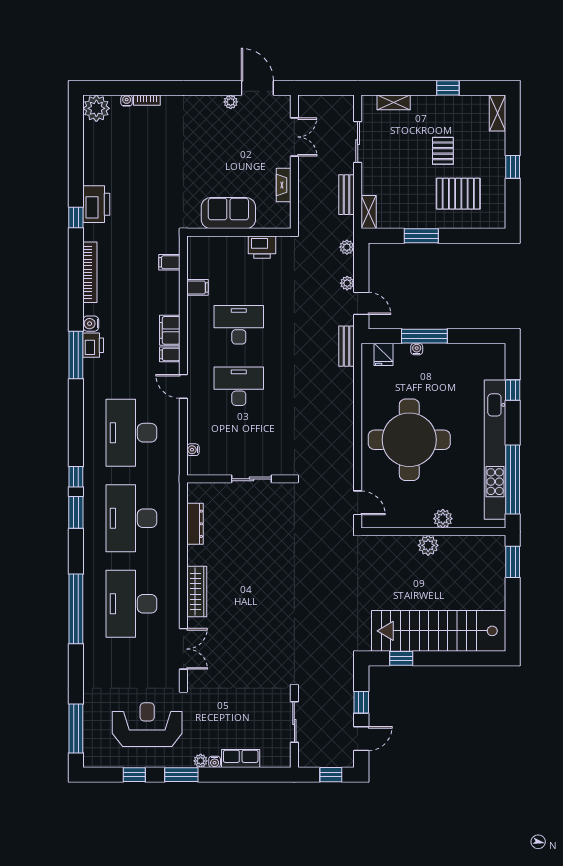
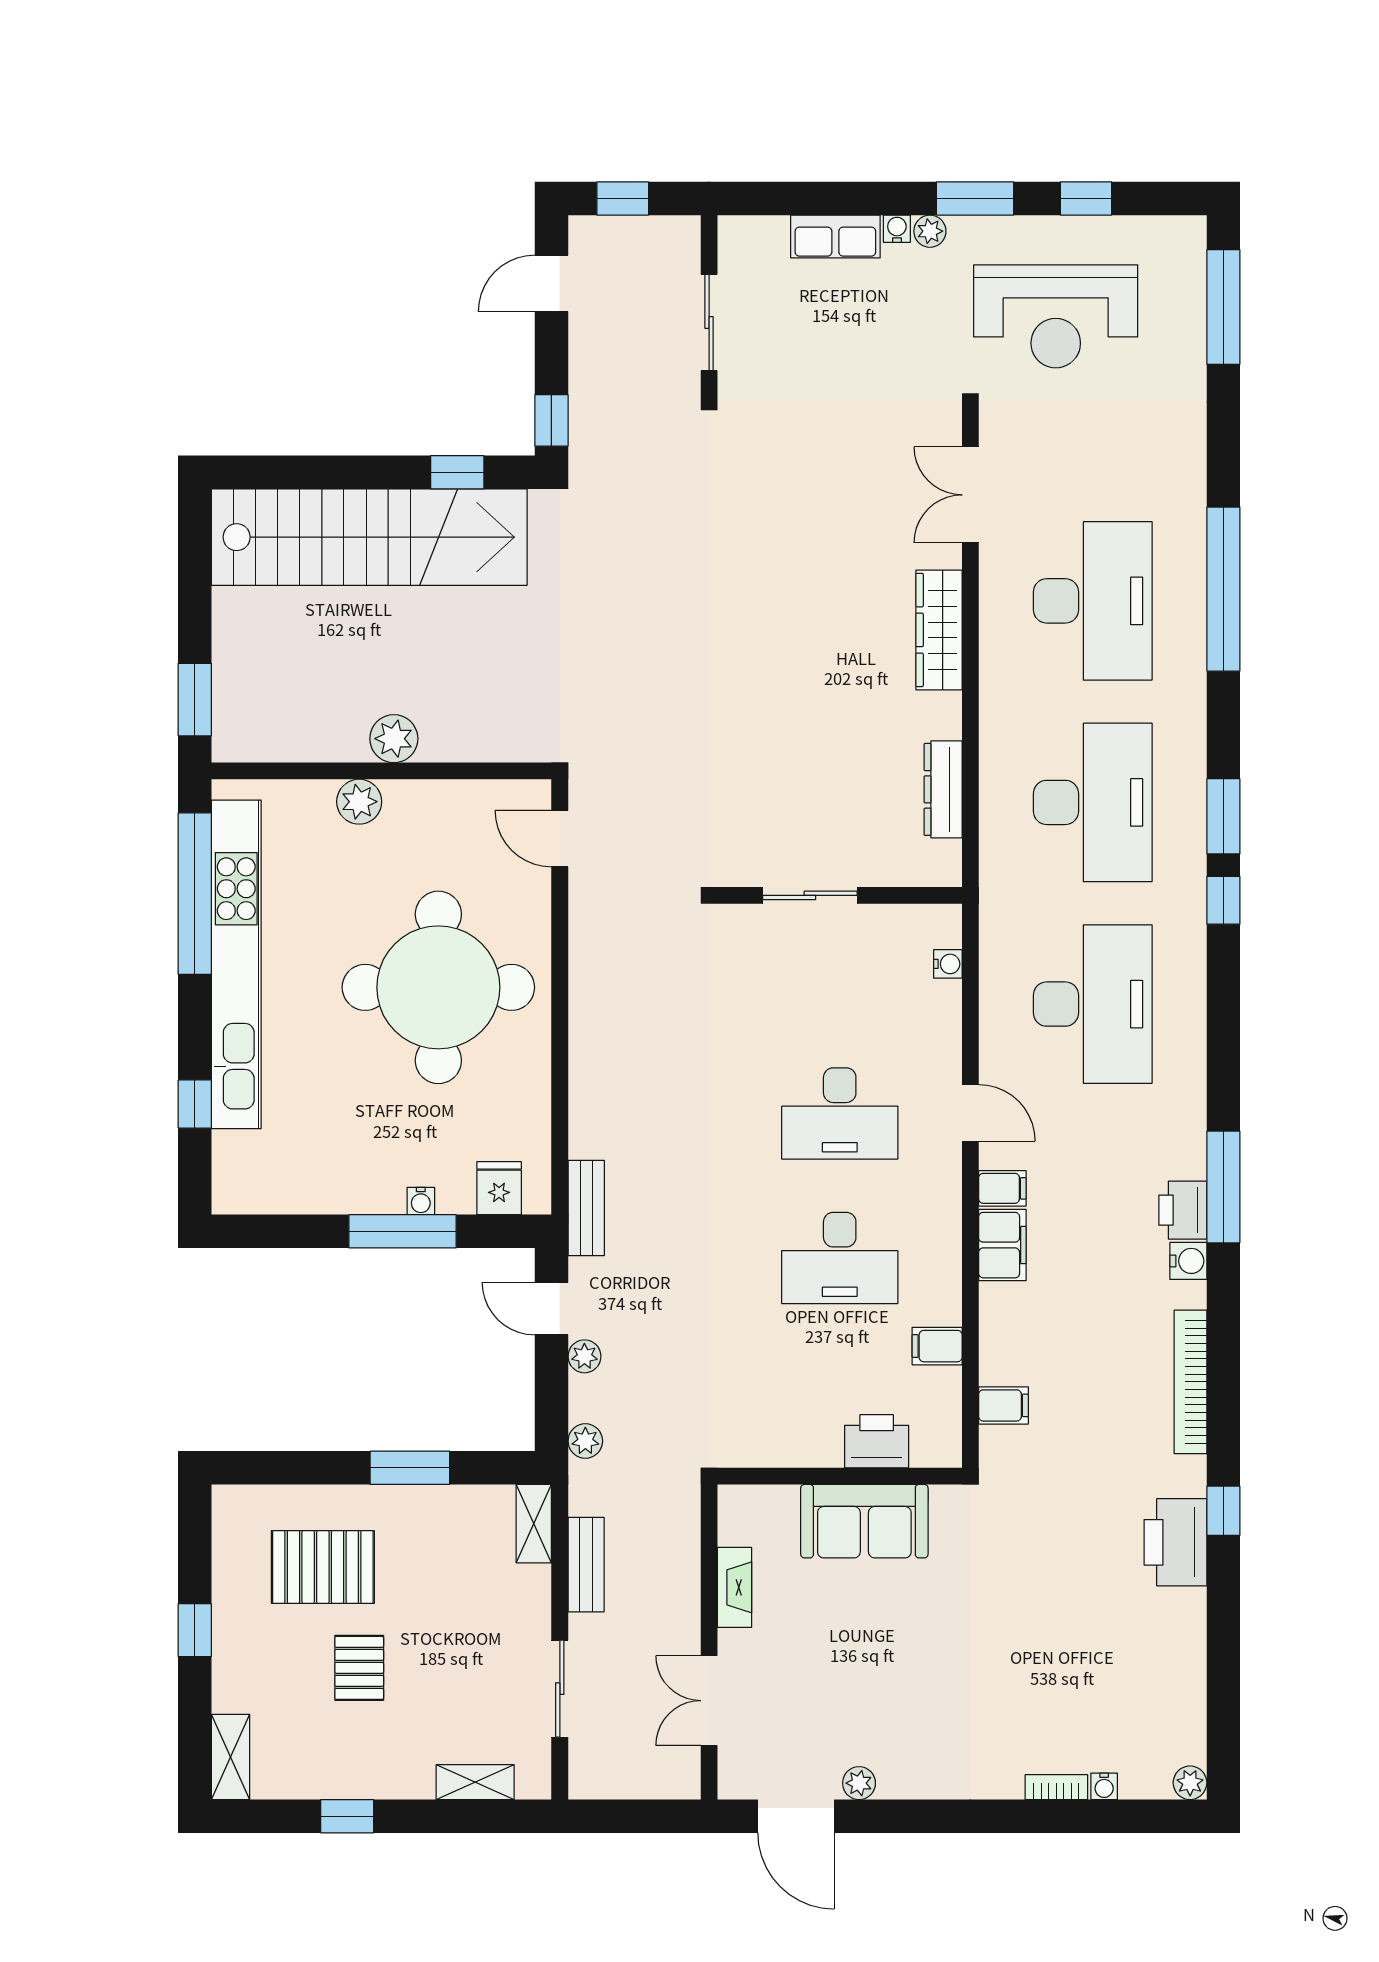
plant: (96, 108) -> (1190, 1783), width x0.53, depth x0.53
printer: (262, 247) -> (877, 1441), moved
window: (361, 702) -> (551, 420), moved

